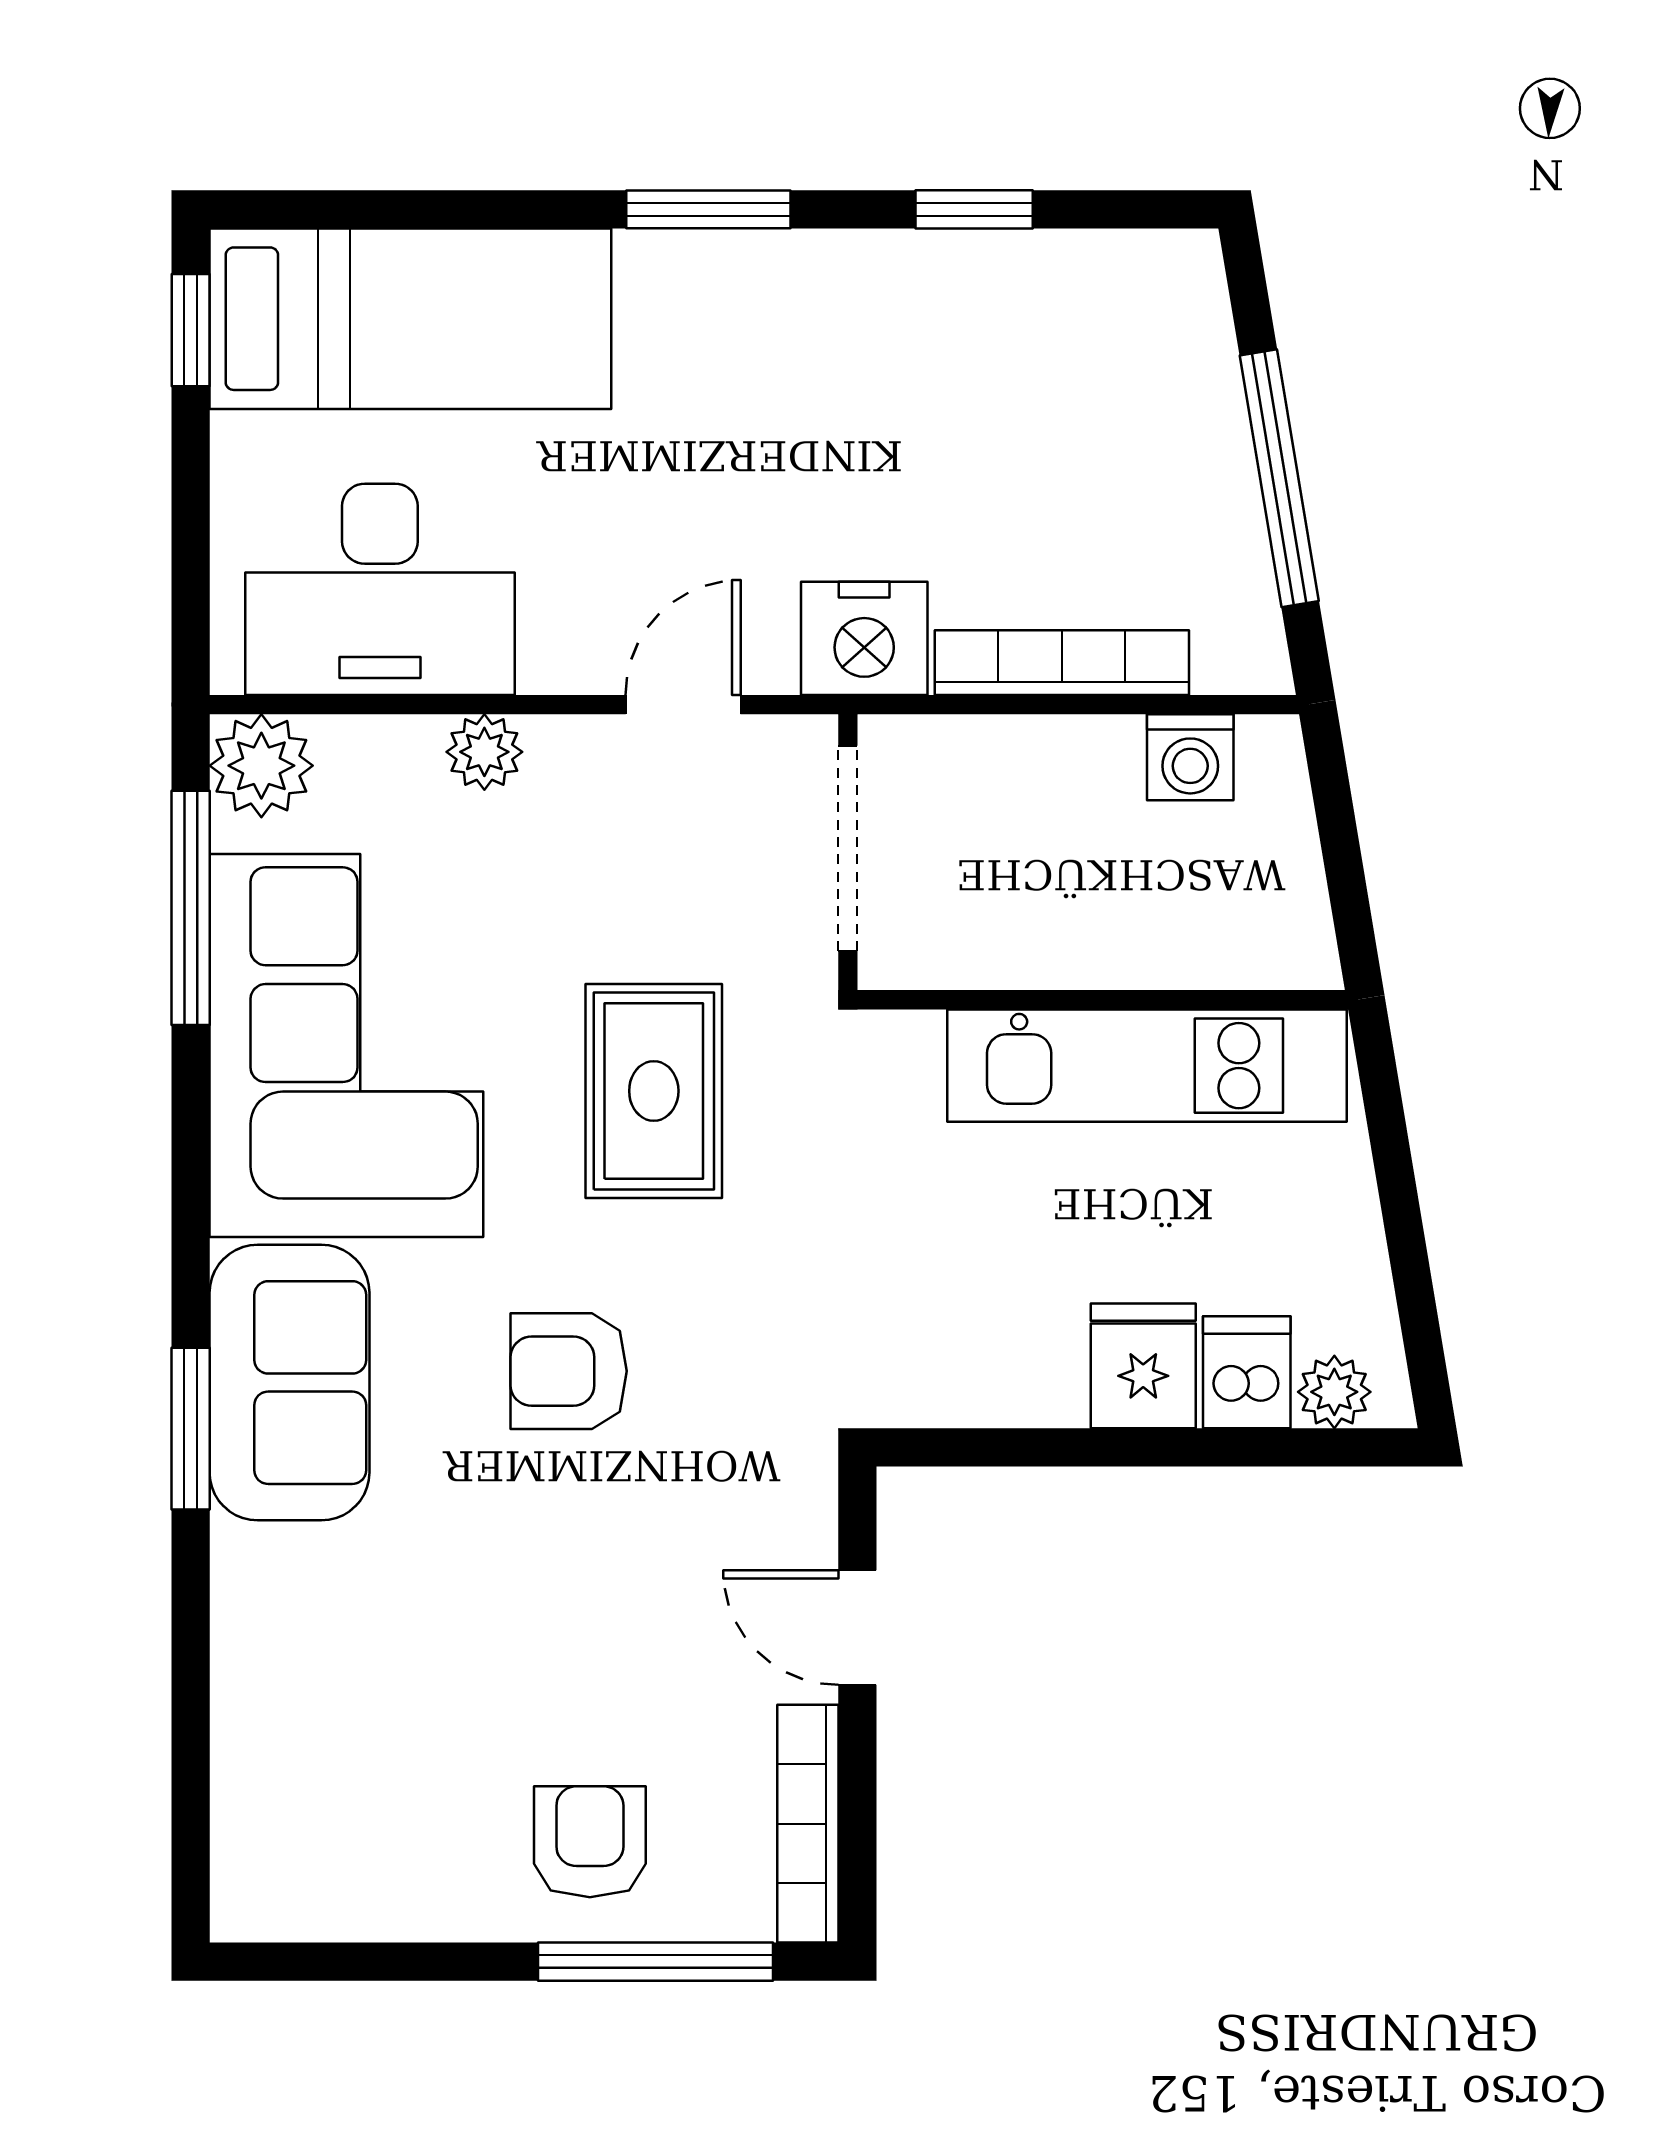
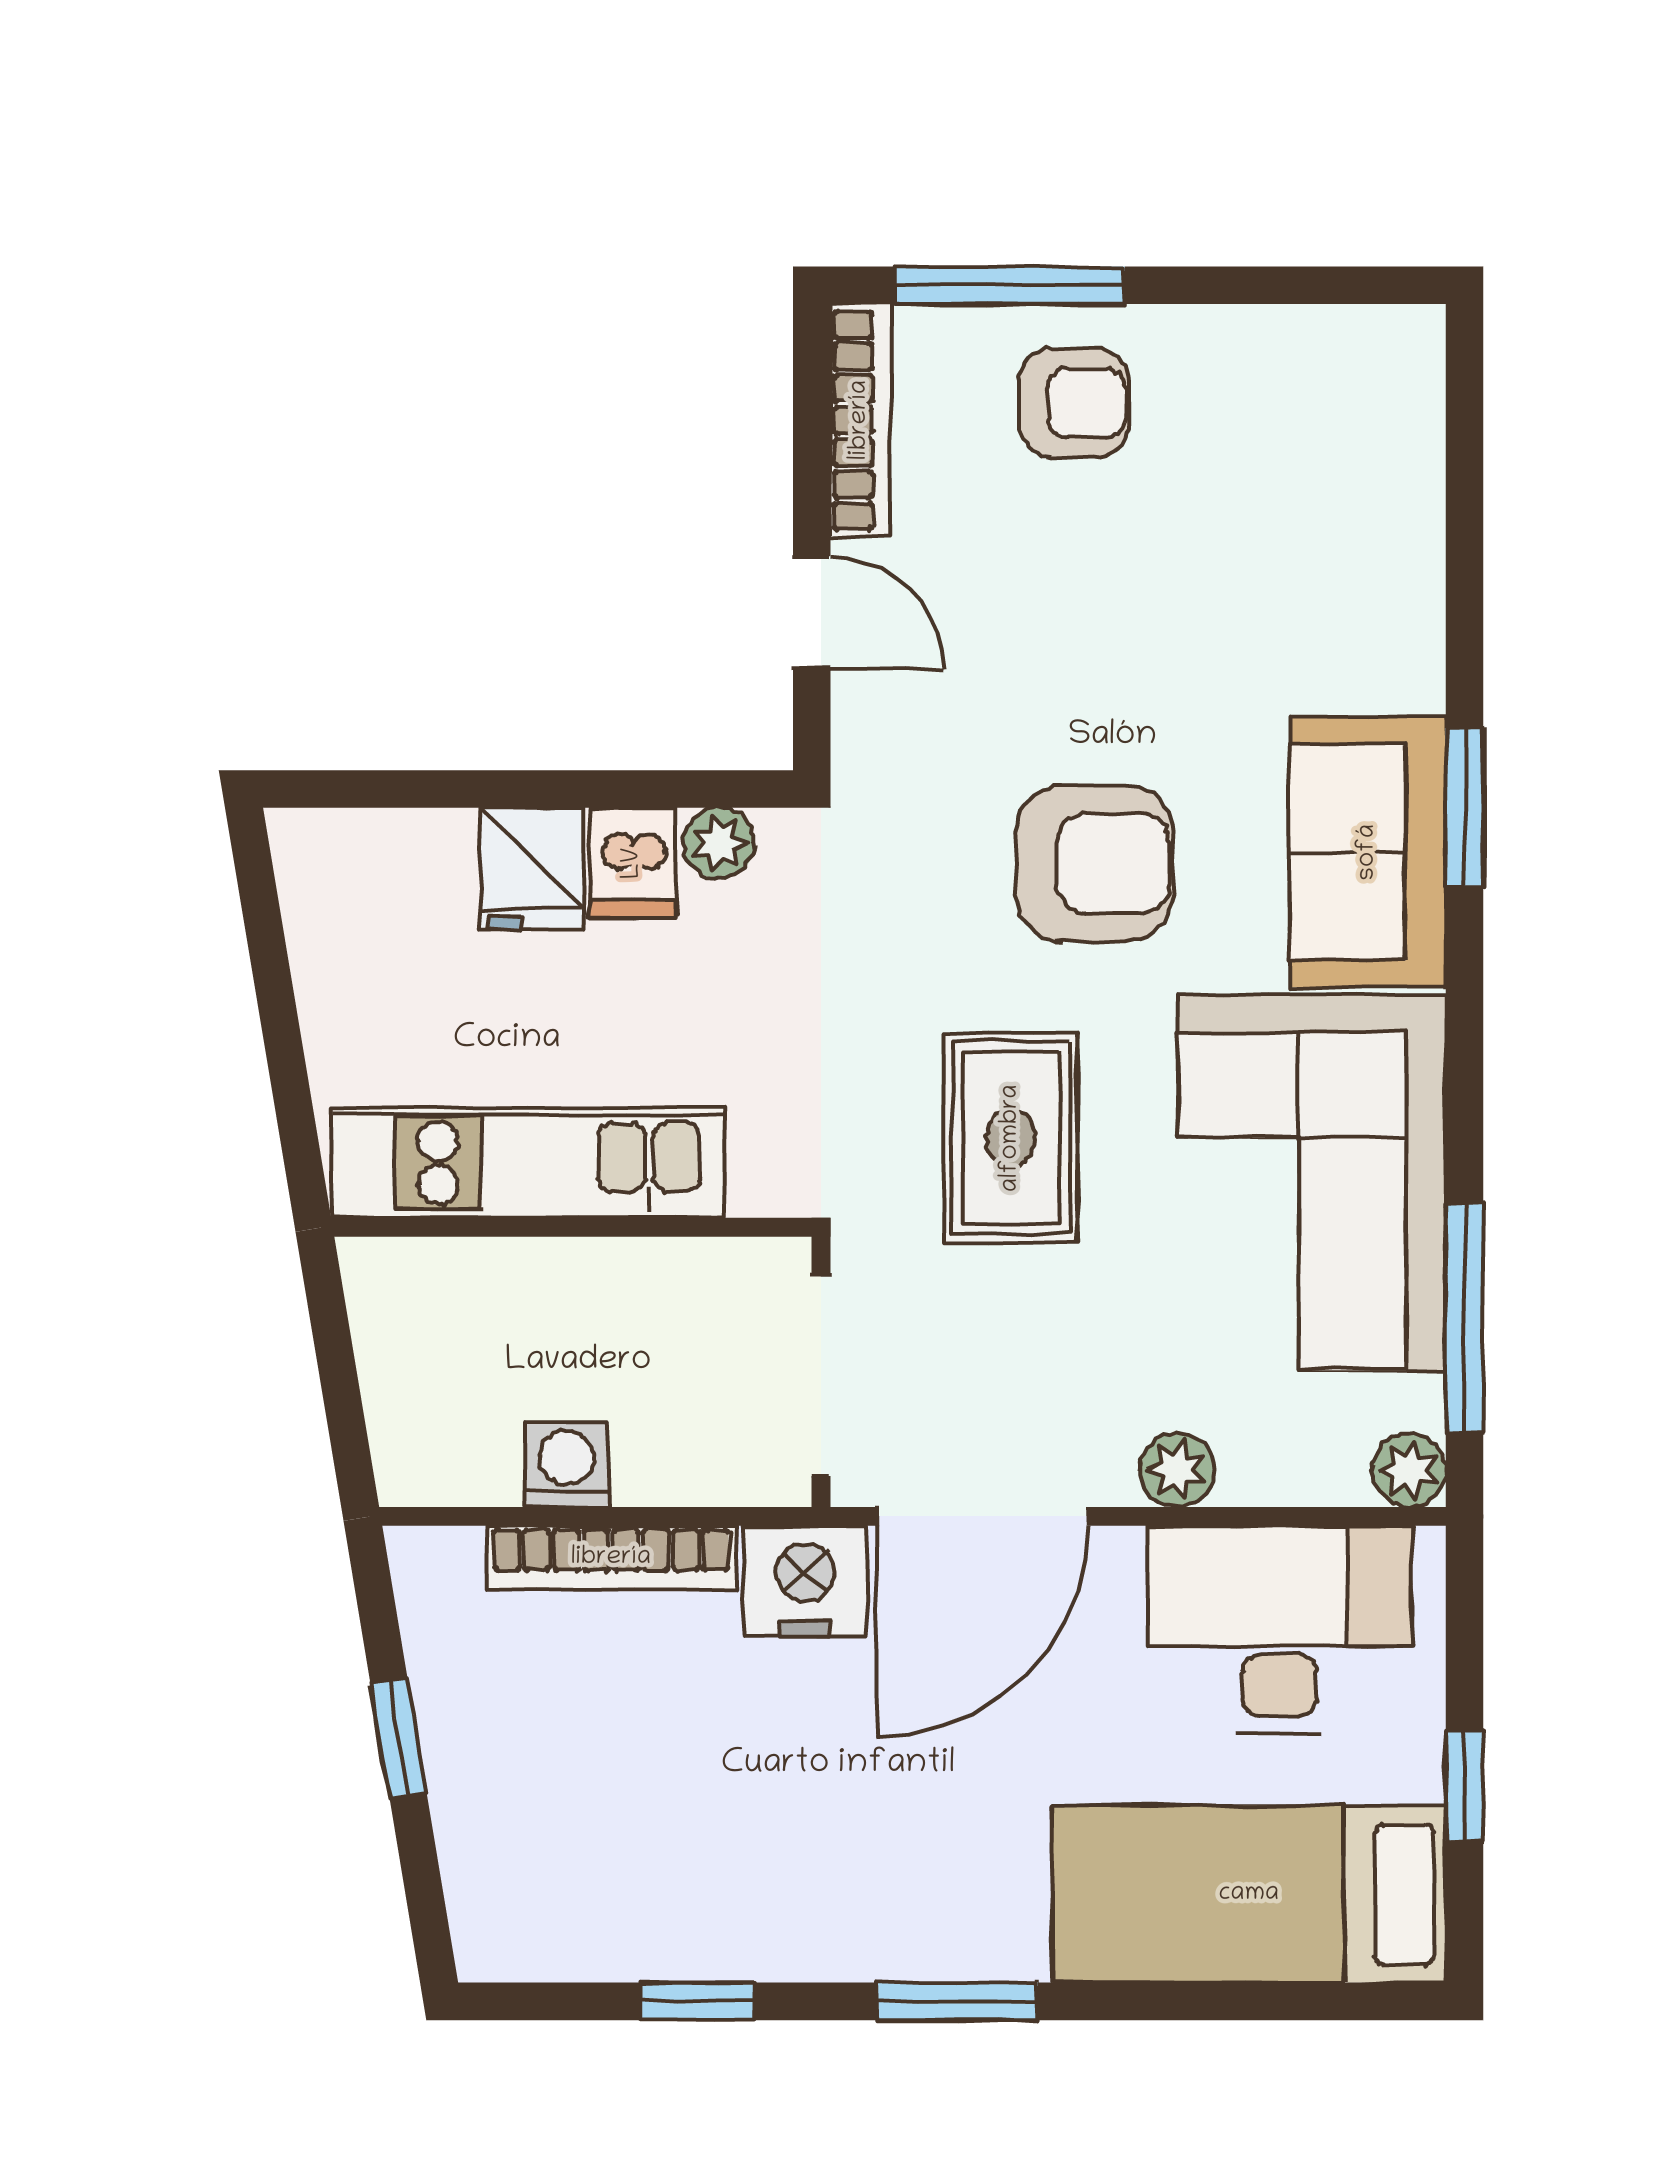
window: (191, 330) -> (1465, 1786), moved
window: (1279, 478) -> (398, 1738), width x0.46
door: (683, 705) -> (982, 1516), width x1.88
washing machine: (1190, 757) -> (566, 1465), moved
plant: (261, 766) -> (1409, 1470), width x0.73, depth x0.73
armchair: (569, 1371) -> (1094, 863), width x1.38, depth x1.38
dishwasher: (1247, 1372) -> (633, 863), moved
plant: (1334, 1392) -> (719, 843), moved
armchair: (590, 1842) -> (1074, 403), turned -90

